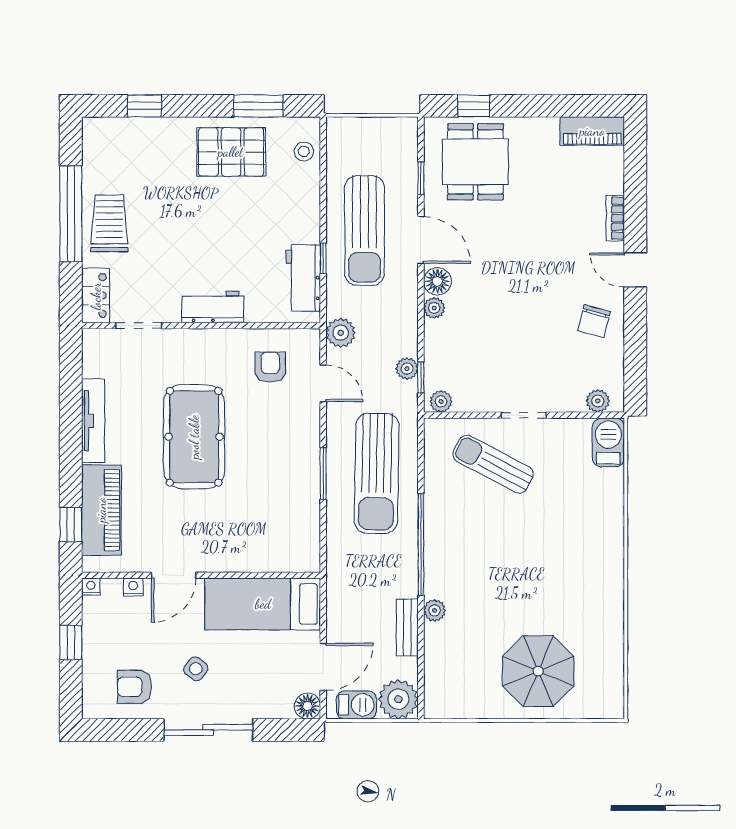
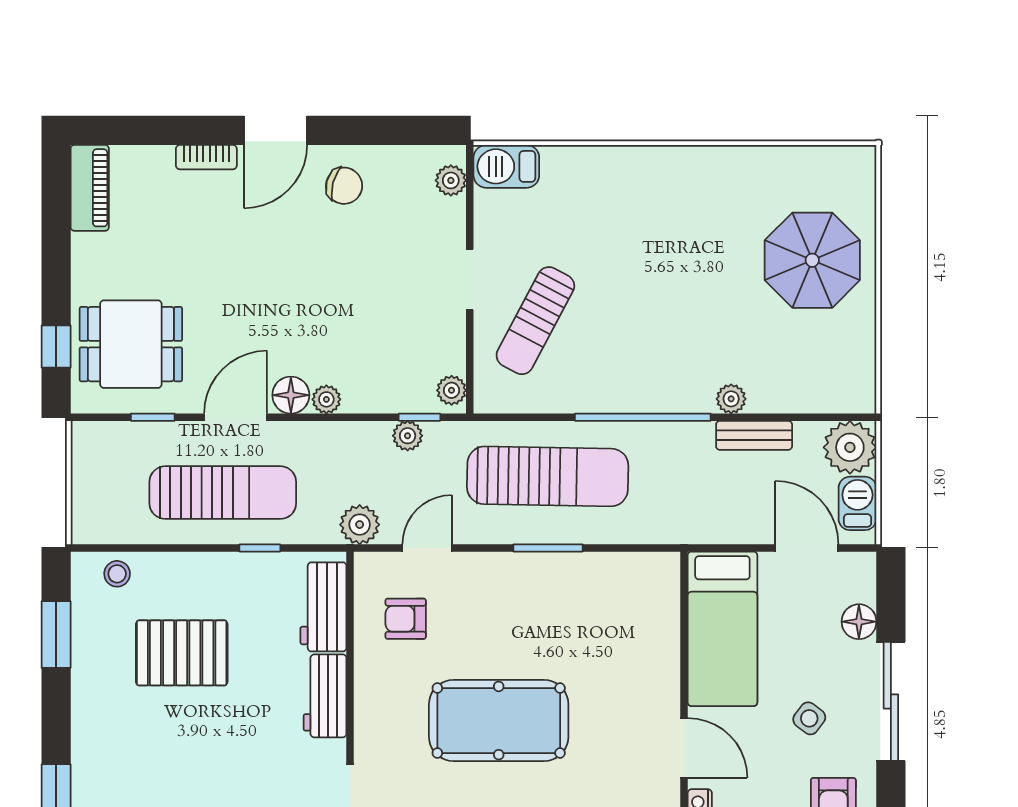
pallet: (231, 152) -> (182, 653), moved, turned 90
door: (635, 270) -> (276, 130), width x1.38
workbench: (303, 278) -> (323, 607), moved, turned 90
floor lamp: (307, 706) -> (859, 622), moved

